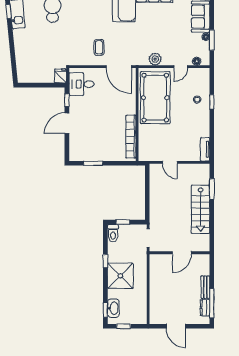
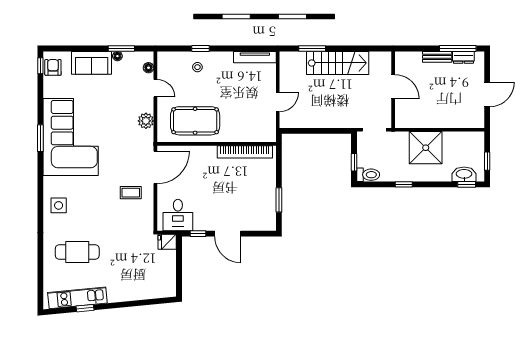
pool table: (155, 98) -> (195, 121), width x0.73, depth x0.76
tv unit: (205, 149) -> (255, 57), width x1.41
shower: (120, 276) -> (426, 148), moved

